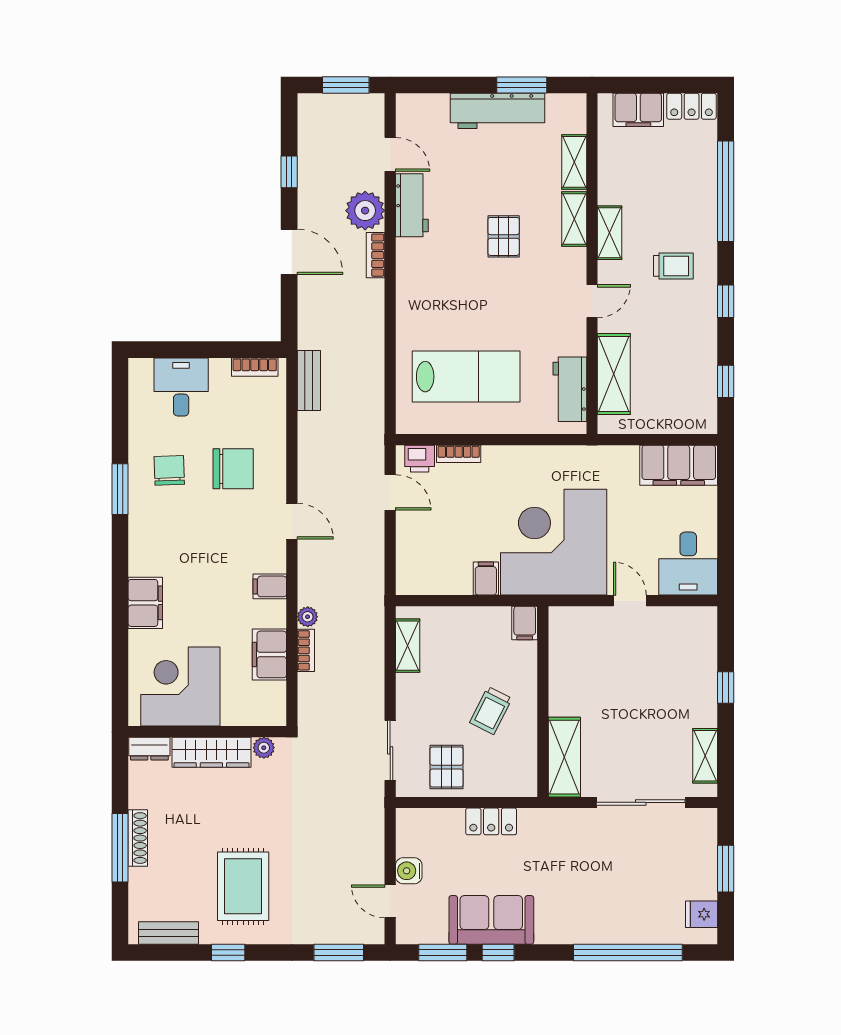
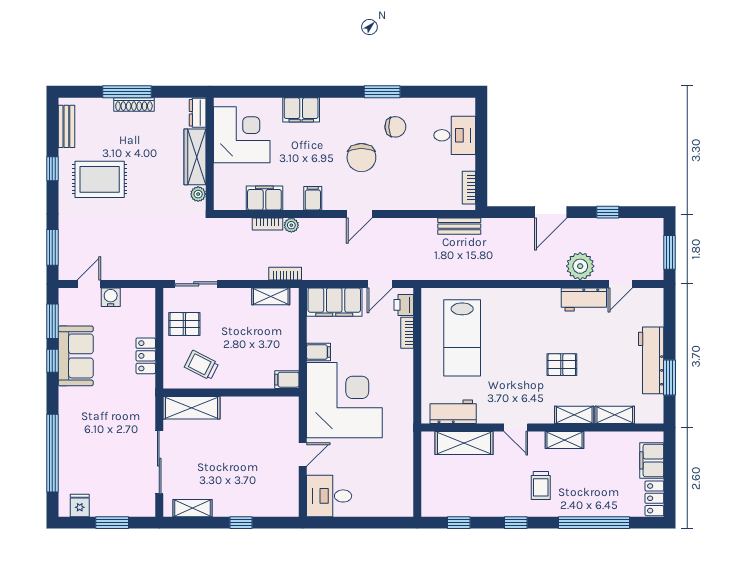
bookcase: (375, 255) -> (285, 274), moved
filing cabinet: (679, 465) -> (334, 302), moved, turned -90
chair: (233, 469) -> (361, 158), moved
trolley: (491, 711) -> (202, 365), moved

